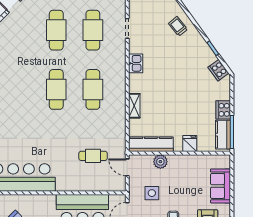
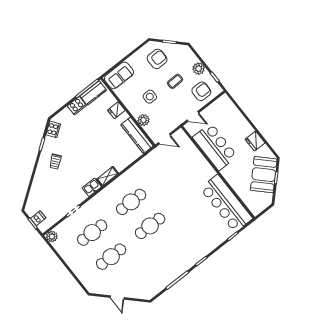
trolley: (178, 26) -> (55, 162), moved
shelving: (134, 106) -> (107, 176), moved
cafe table: (93, 156) -> (175, 167), removed
door: (127, 167) -> (164, 139), hinge flipped
sofa: (220, 186) -> (119, 75), moved
side table: (152, 193) -> (150, 97), moved

